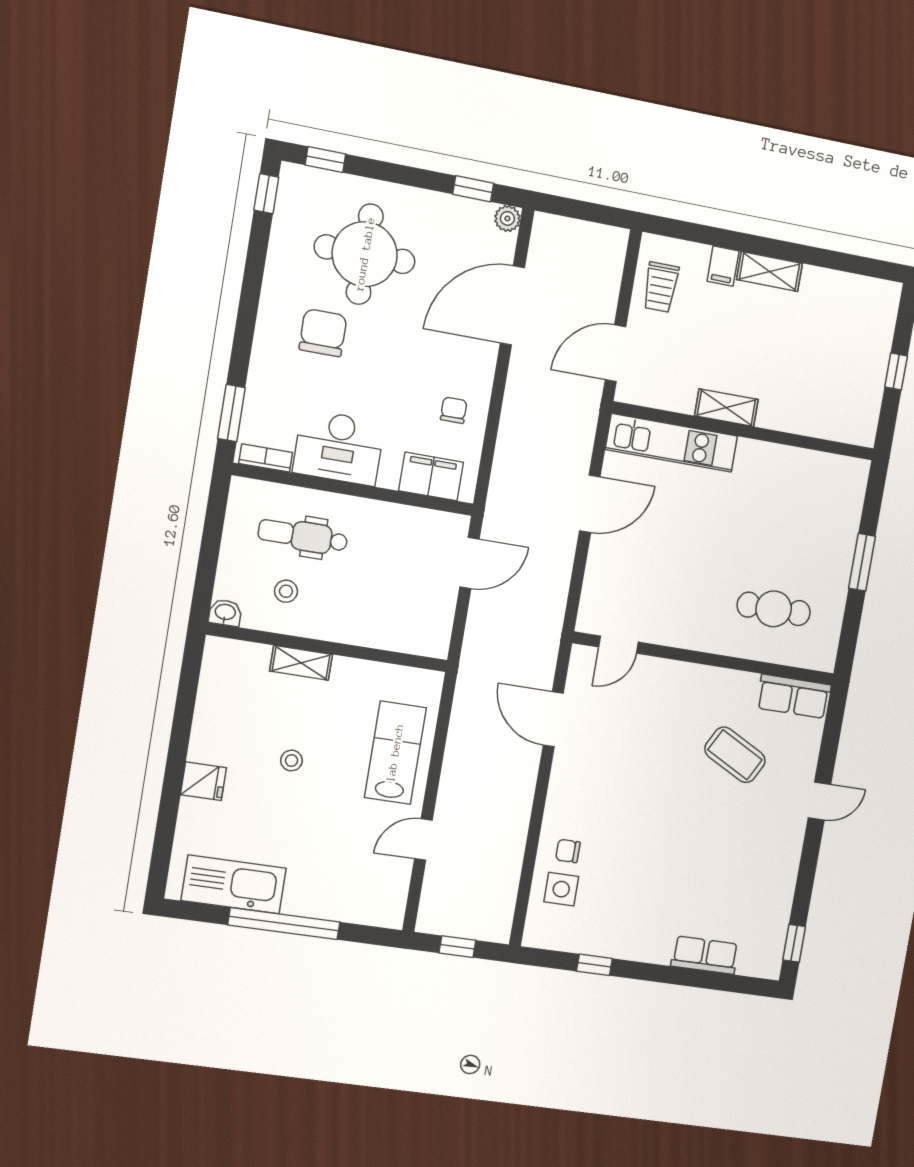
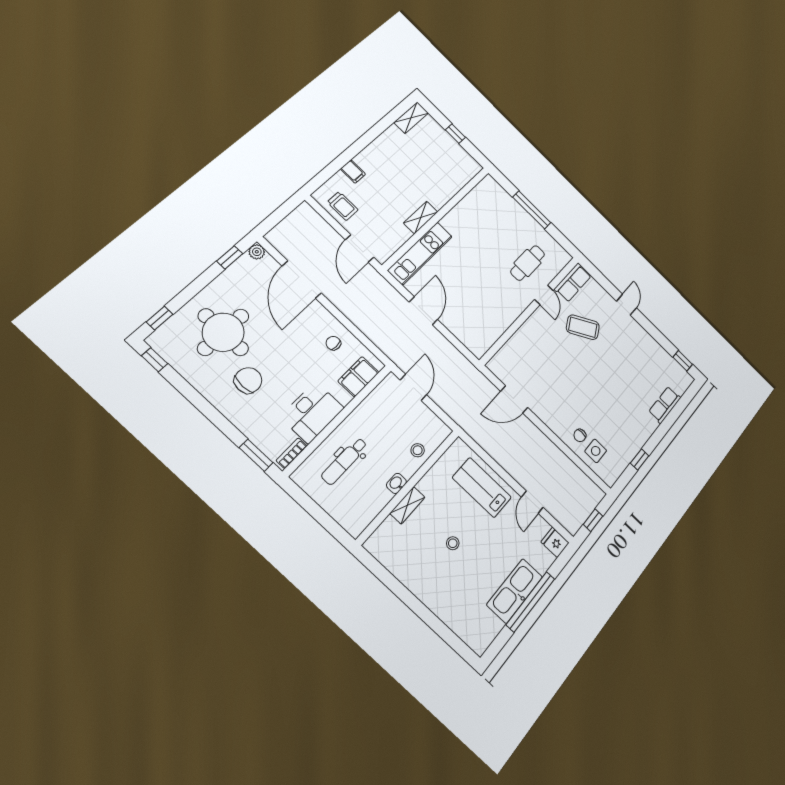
shelving: (770, 271) -> (411, 118), moved
chair: (323, 333) -> (248, 380), turned 90
window: (862, 562) -> (532, 210), width x1.44
stool: (286, 591) -> (418, 450), moved
washbasin: (225, 613) -> (396, 483), moved
door: (618, 645) -> (544, 295), moved
coffee table: (735, 755) -> (583, 327), turned 32
fridge: (203, 781) -> (555, 542), moved, turned -90
kitchen sink: (234, 884) -> (515, 591), moved

